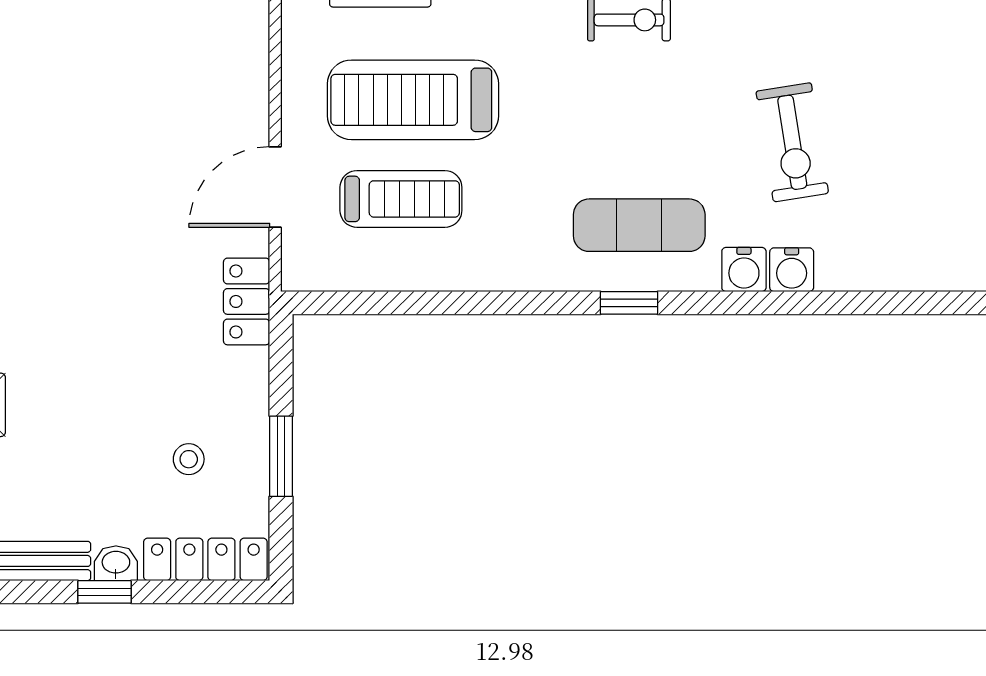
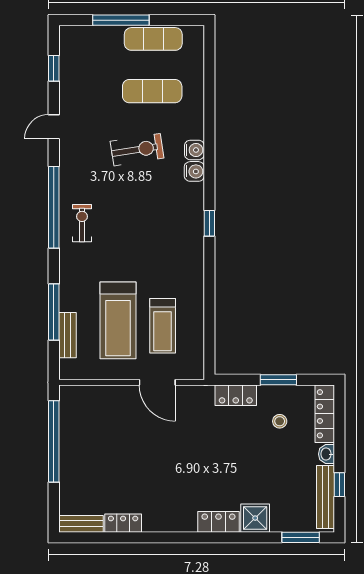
treadmill: (401, 199) -> (163, 326), turned 180
exercise mat: (639, 225) -> (152, 91), moved, turned 90
locker: (247, 301) -> (236, 395), moved
window: (104, 592) -> (339, 485), moved

